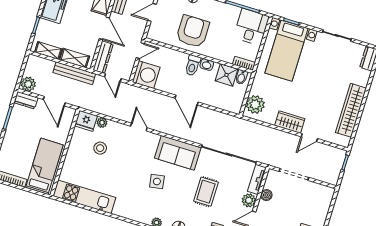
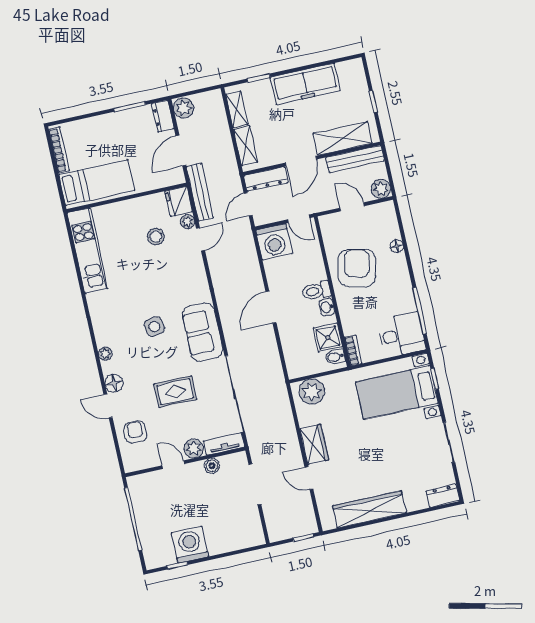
armchair: (193, 31) -> (357, 268), turned -77
bench: (74, 73) -> (200, 192), moved
door: (139, 127) -> (201, 239), moved

